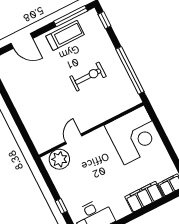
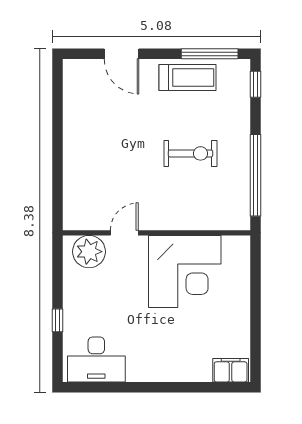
corner desk: (134, 135) -> (185, 271), moved
filing cabinet: (144, 197) -> (183, 368), removed

